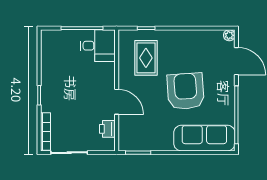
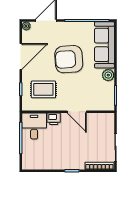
door: (189, 28) -> (21, 57), added
door: (117, 102) -> (77, 112), swing flipped
printer: (107, 129) -> (54, 119), moved
plant: (165, 143) -> (108, 75), added

